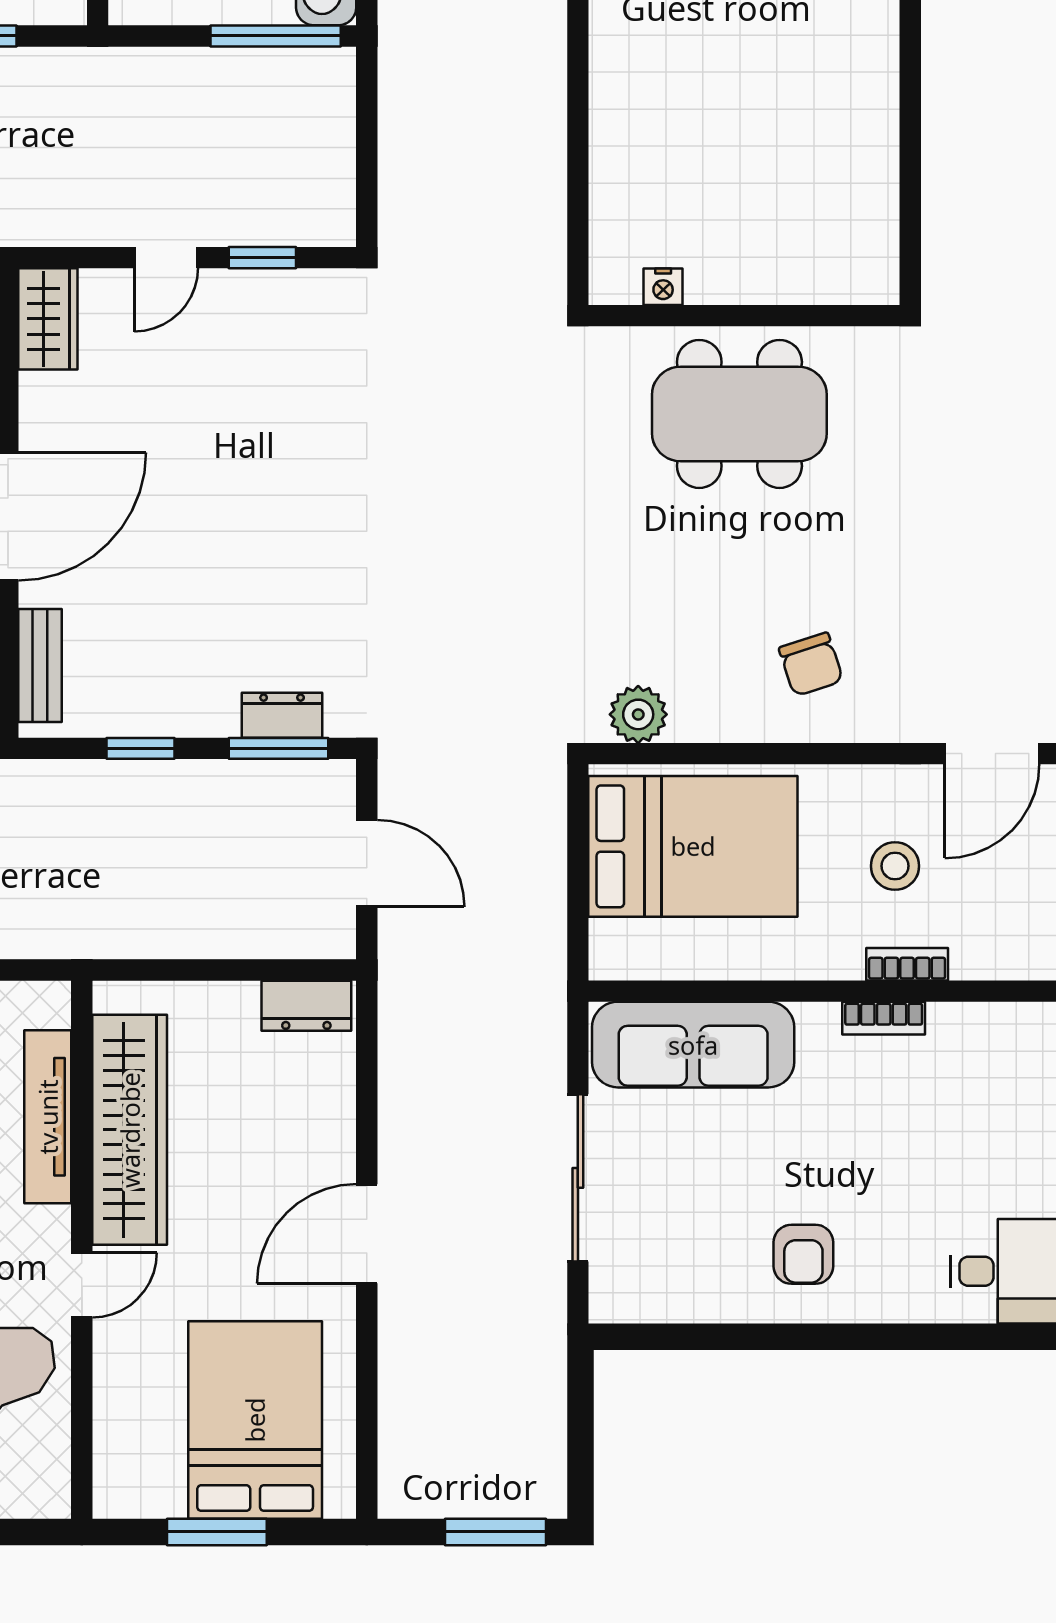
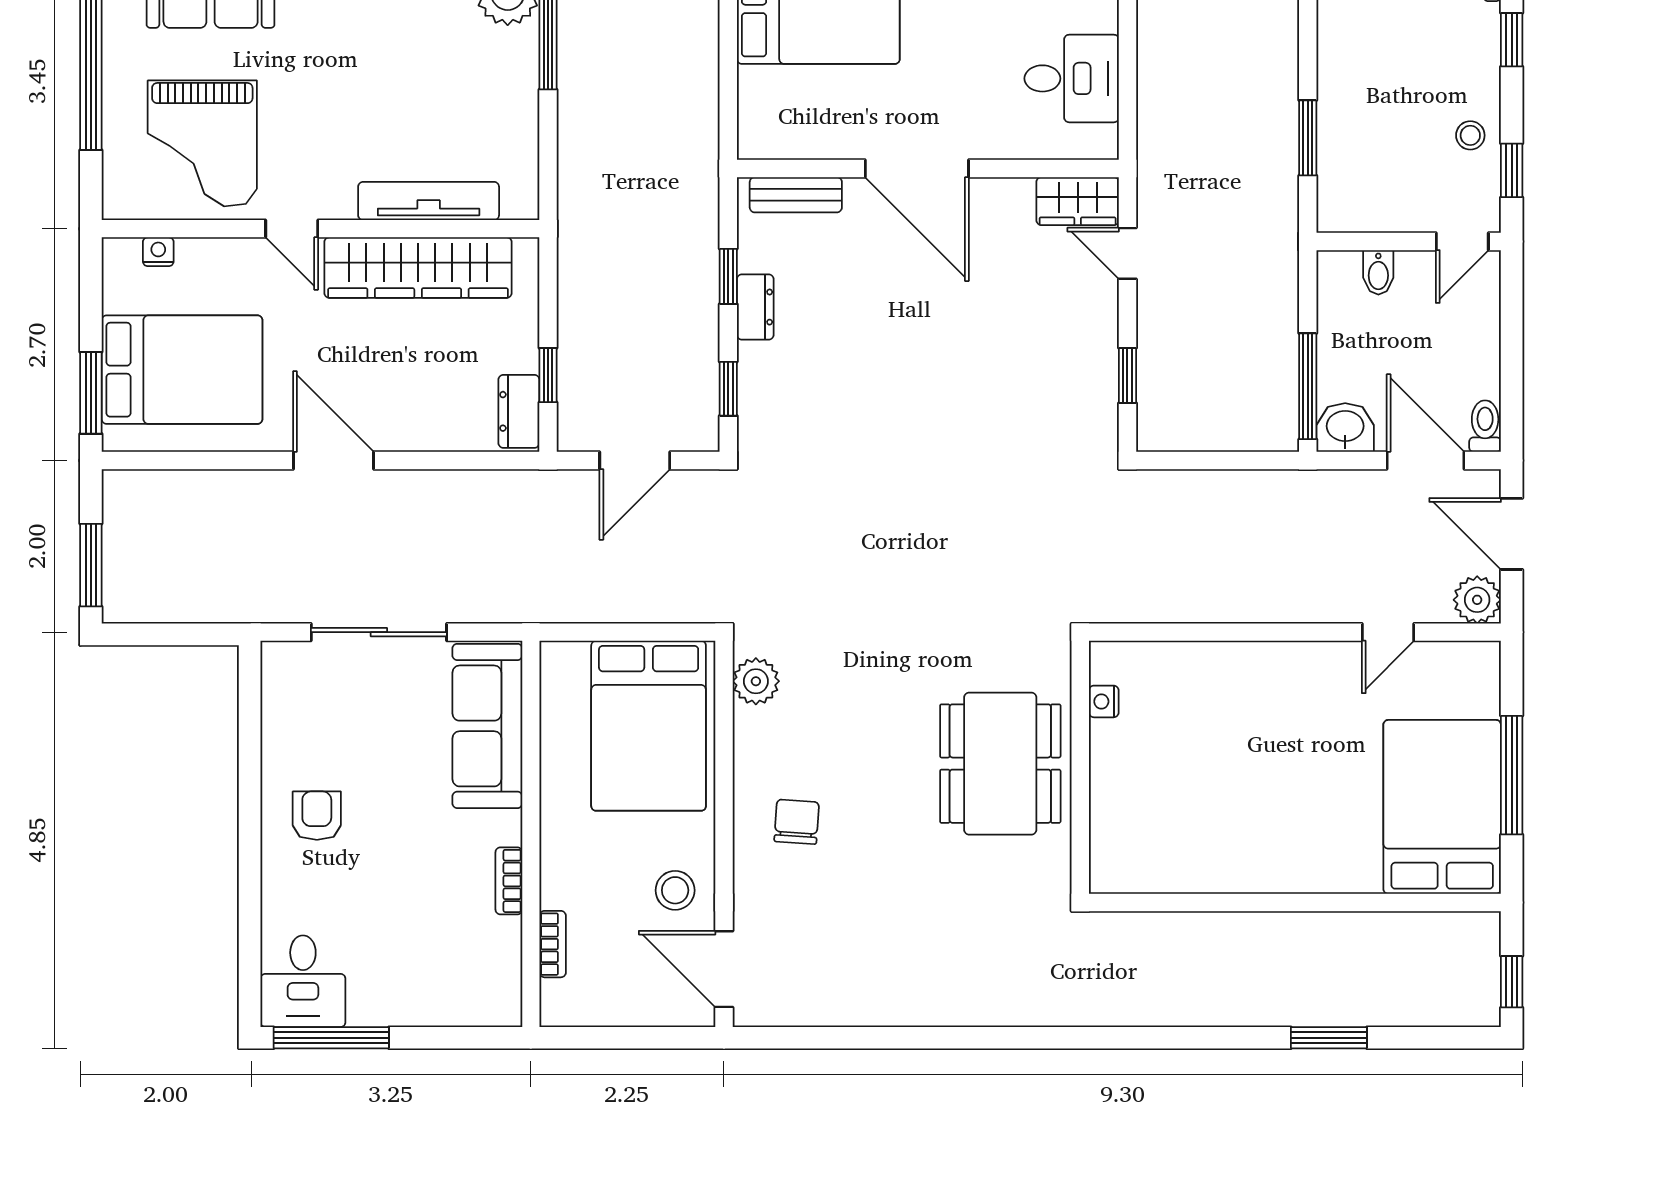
door: (166, 258) -> (1127, 253), moved
chair: (811, 664) -> (797, 822), turned 112
dresser: (282, 715) -> (755, 307), moved
window: (278, 748) -> (728, 389), width x0.67
stool: (895, 866) -> (675, 890), moved
bookcase: (907, 964) -> (553, 944), moved
window: (262, 970) -> (548, 375), added
armchair: (803, 1254) -> (317, 816), turned 90
nightstand: (110, 1449) -> (158, 252), added
window: (217, 1532) -> (91, 393), moved

